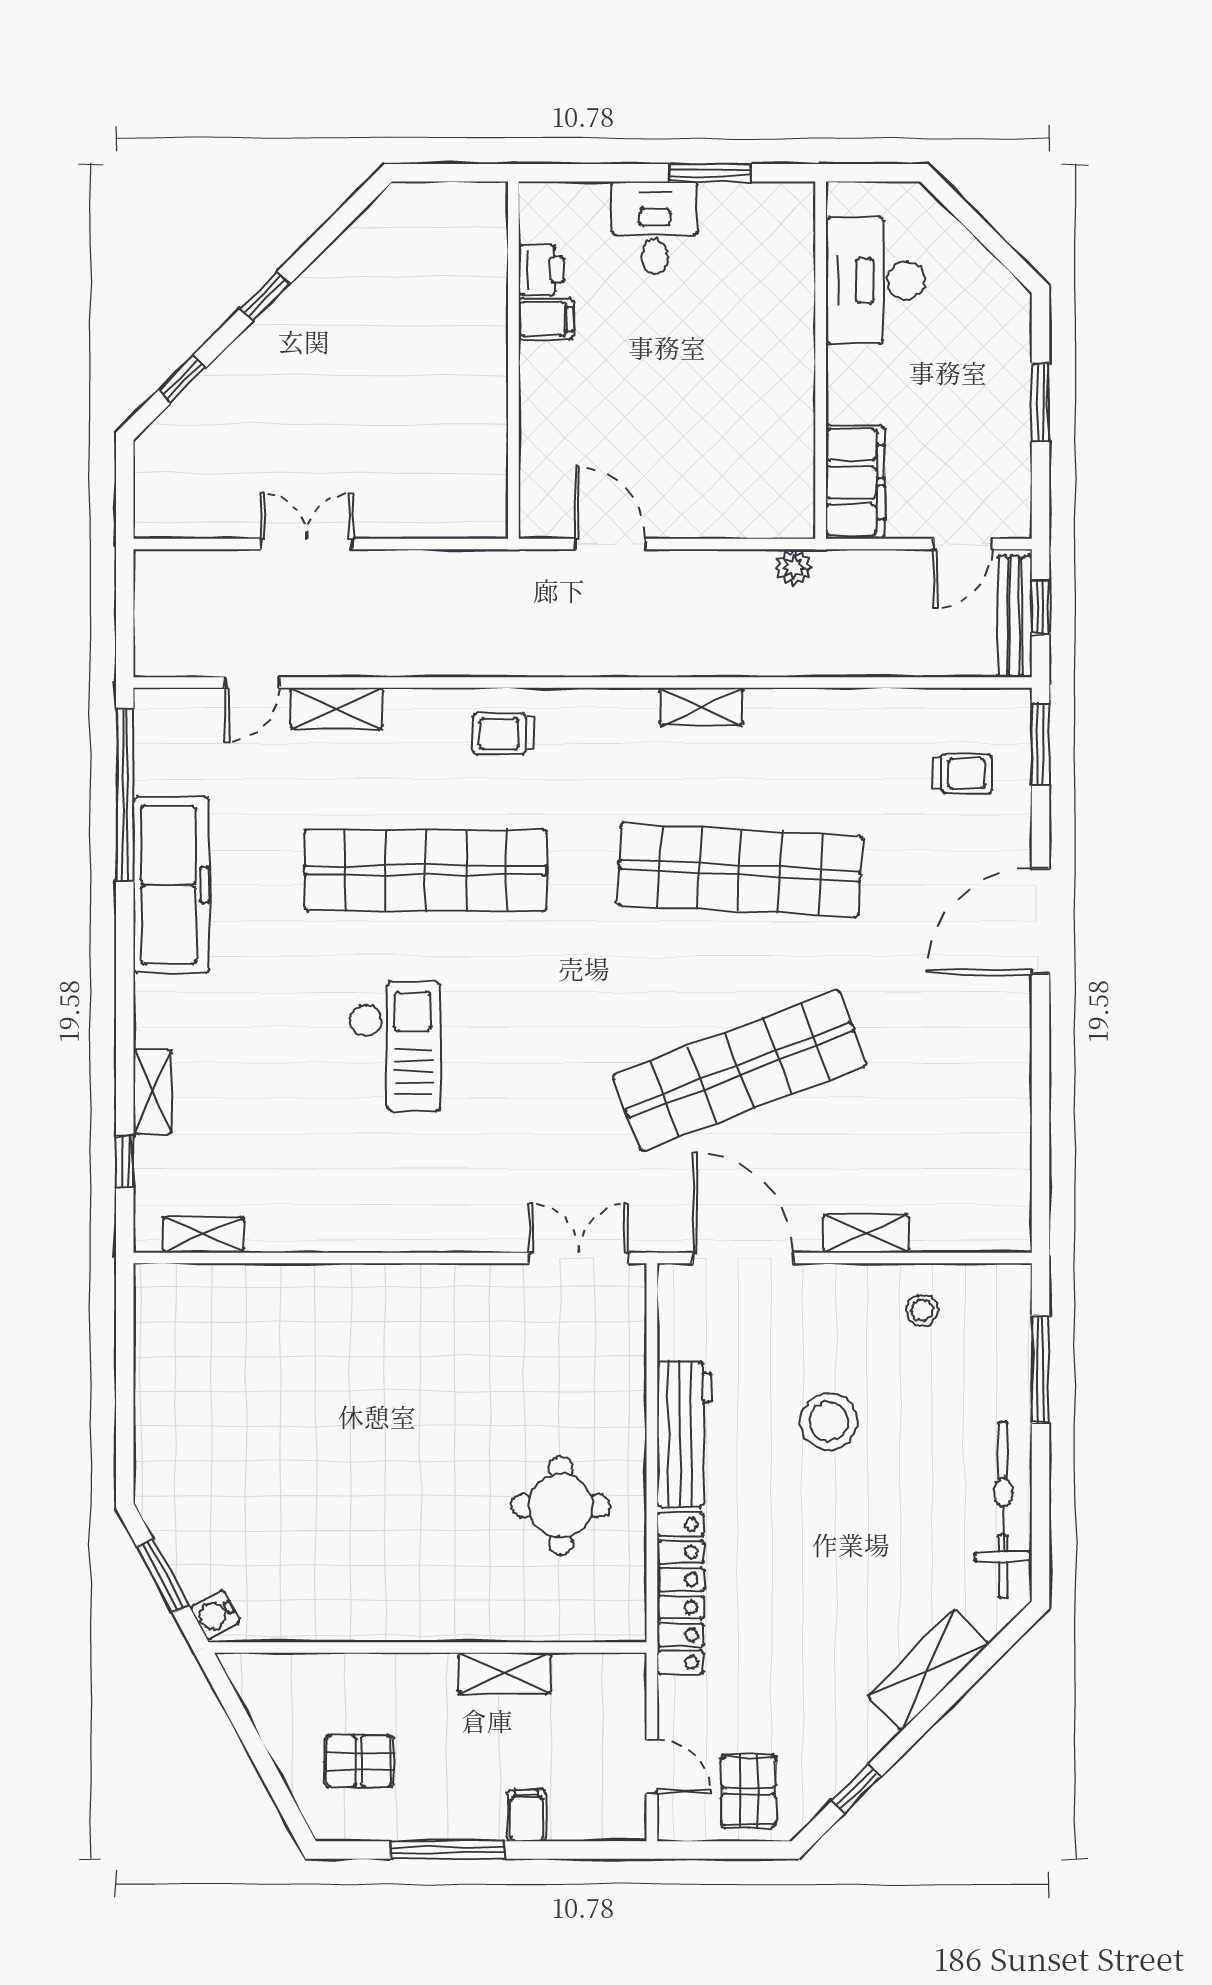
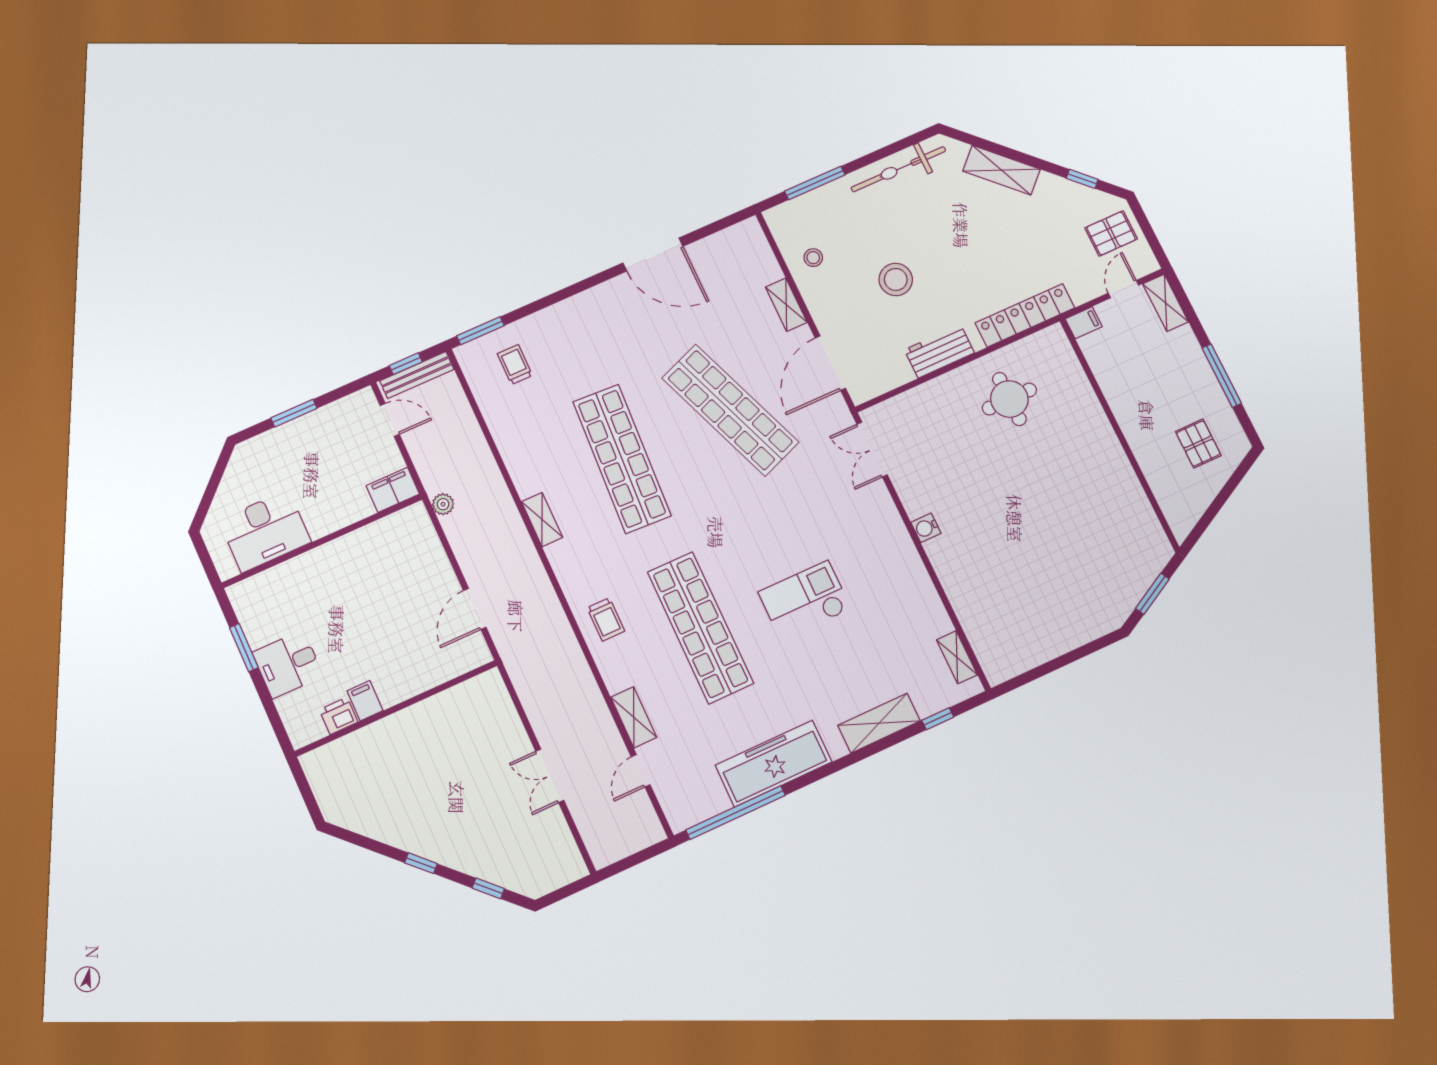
filing cabinet: (855, 482) -> (393, 490), width x0.67, depth x0.86
door: (252, 683) -> (641, 771), swing flipped
door: (1040, 921) -> (653, 255), moved
shelving: (152, 1092) -> (879, 723), width x1.50, depth x1.33
workbench: (684, 1434) -> (939, 351), width x0.73
water cooler: (215, 1615) -> (926, 528), moved, turned 118
shelving: (505, 1673) -> (1166, 303), moved
filing cabinet: (527, 1816) -> (1084, 323), moved, turned 180

